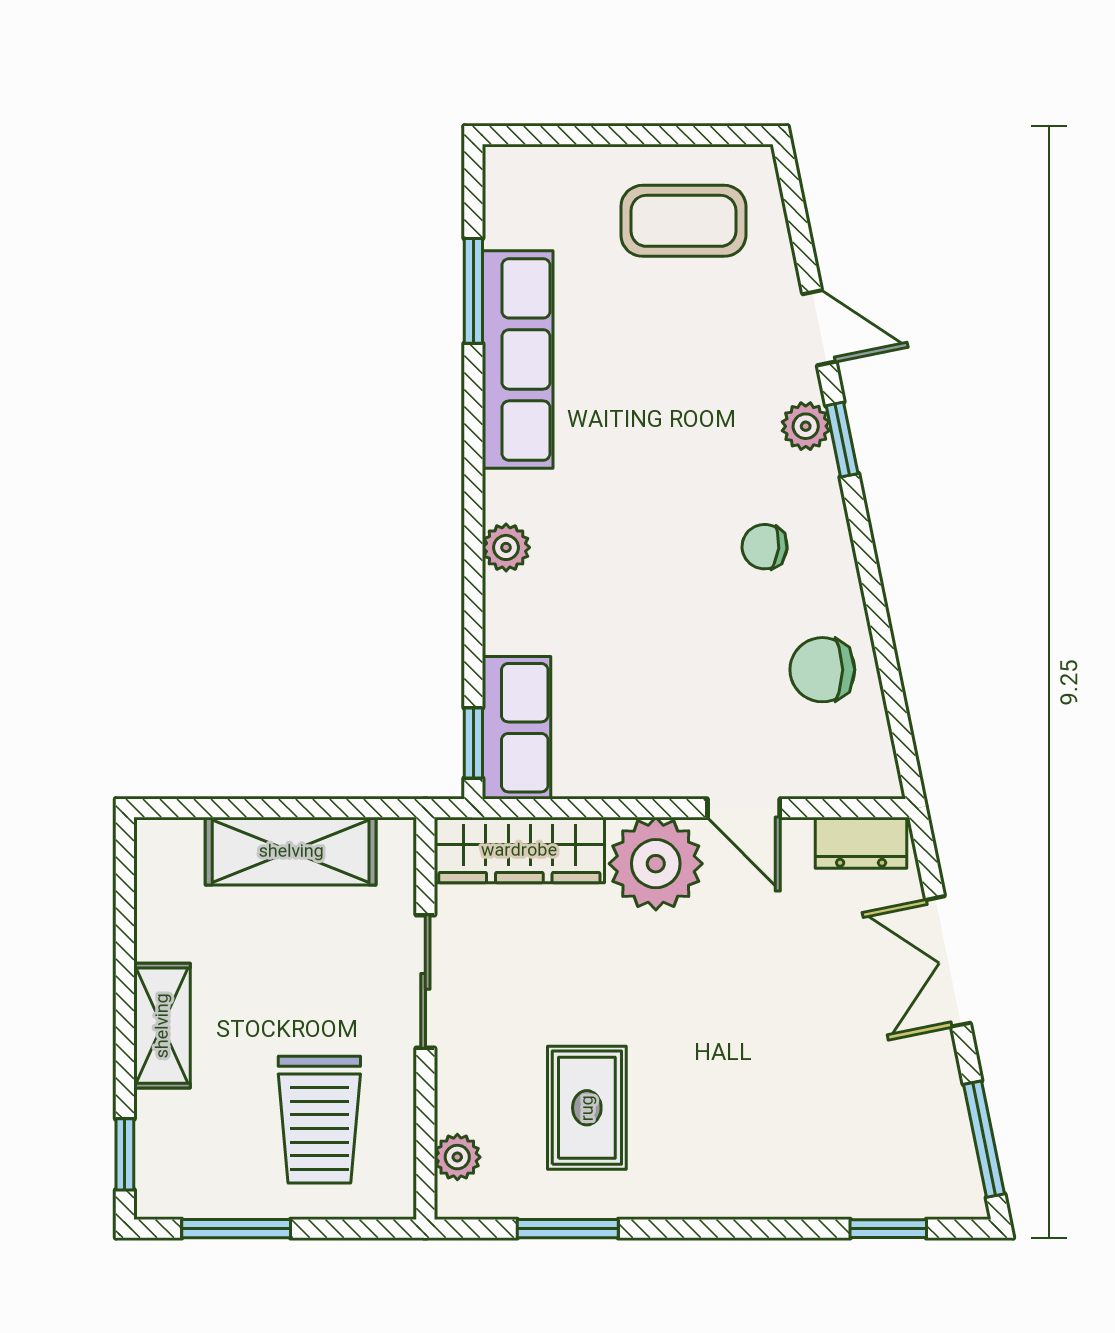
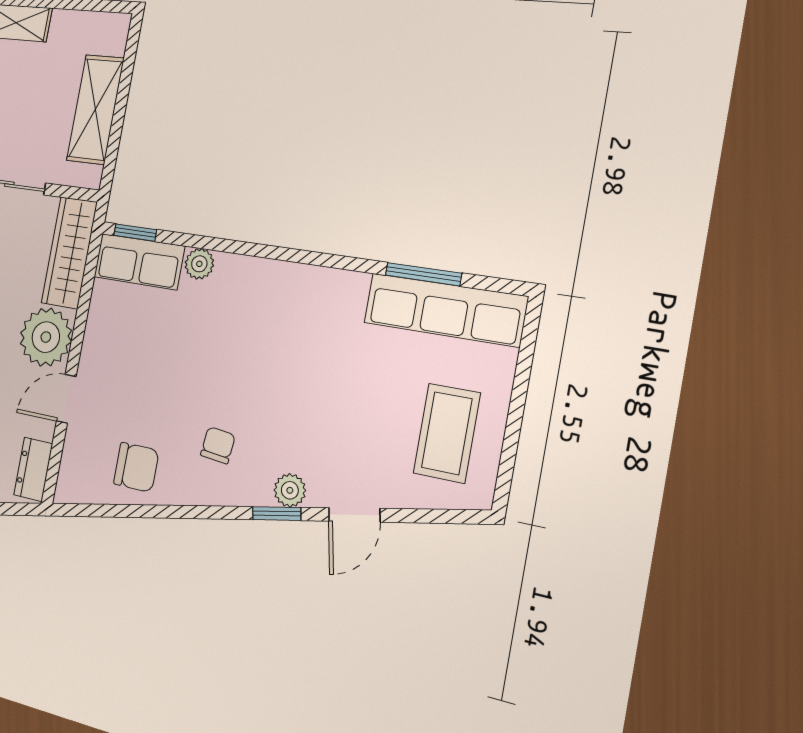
row of seats: (518, 359) -> (445, 310), moved
plant: (506, 547) -> (199, 264), moved
chair: (822, 670) -> (136, 467), turned 90

